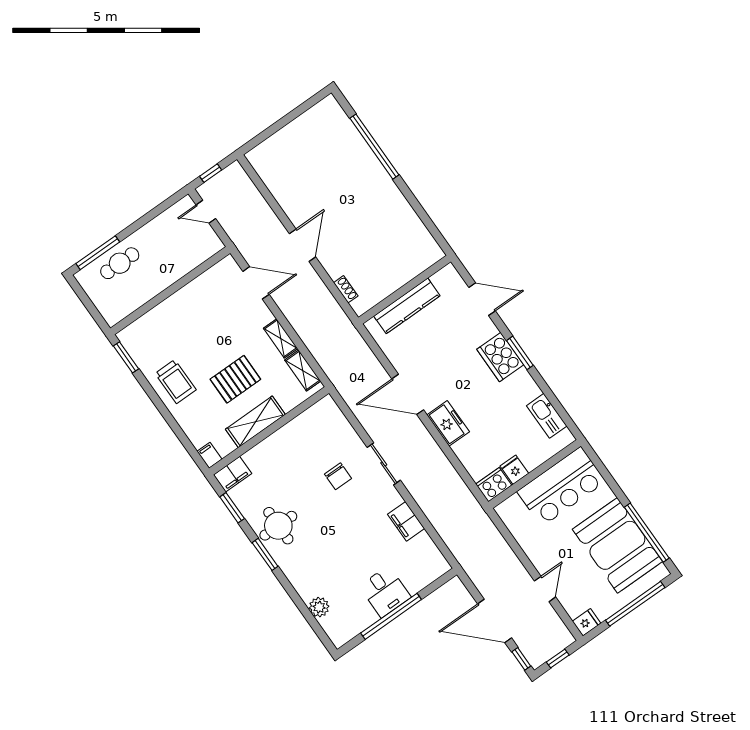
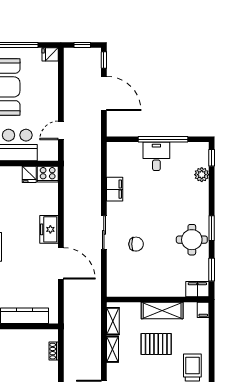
chair: (338, 476) -> (136, 244), turned 90
door: (545, 589) -> (61, 130), moved
window: (321, 634) -> (212, 158), added

